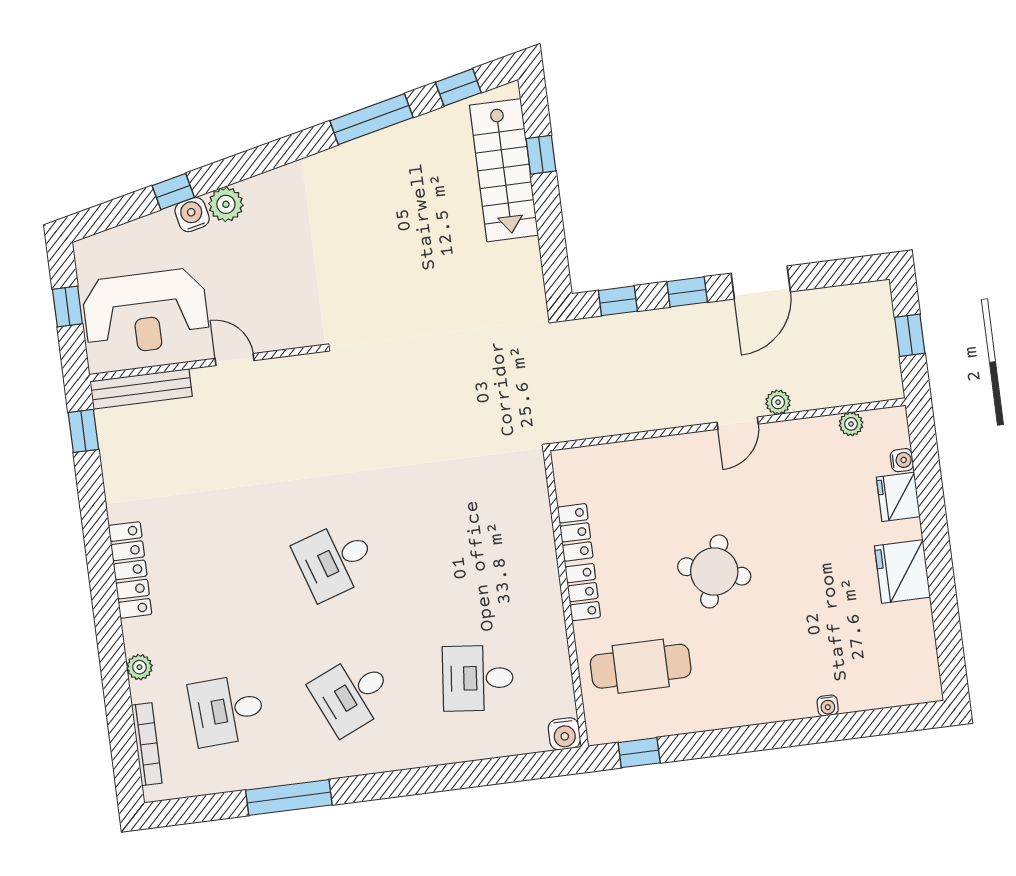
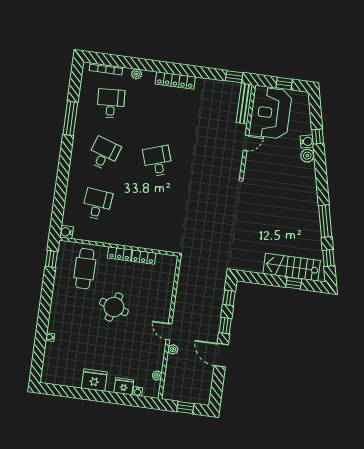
desk: (352, 694) -> (104, 154), turned 42

